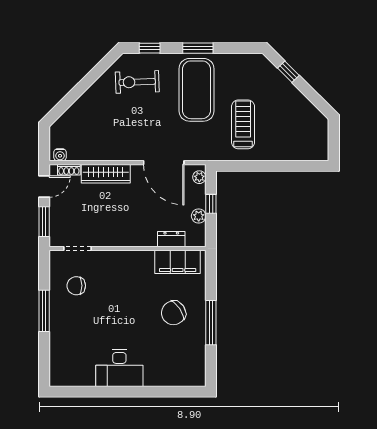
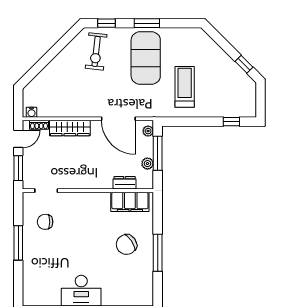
window: (288, 72) -> (244, 64), moved
exercise bike: (137, 82) -> (96, 51), turned -82
window: (299, 166) -> (231, 122), added
window: (211, 204) -> (158, 153), width x2.17

